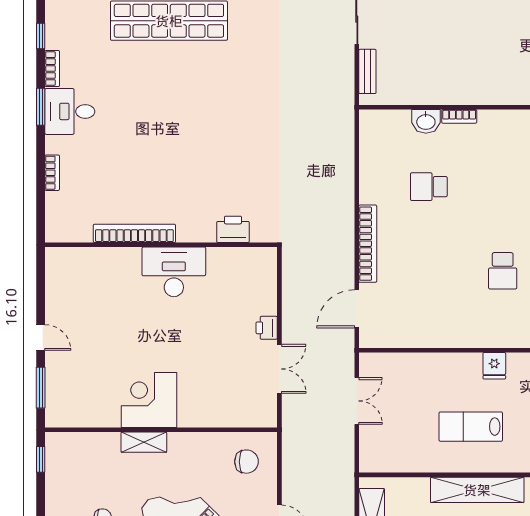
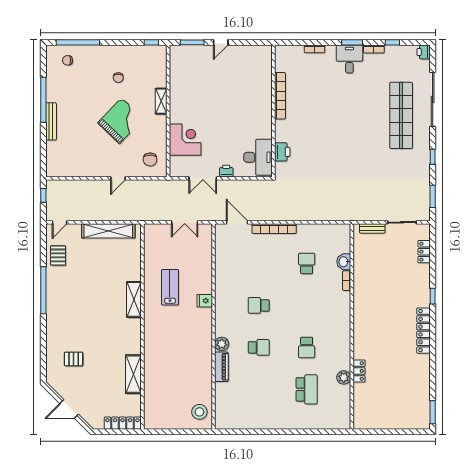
desk: (174, 272) -> (258, 157), moved
corner desk: (149, 400) -> (185, 140), moved
shelving: (477, 490) -> (134, 299), width x0.68

